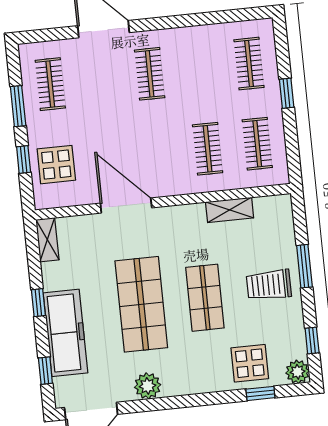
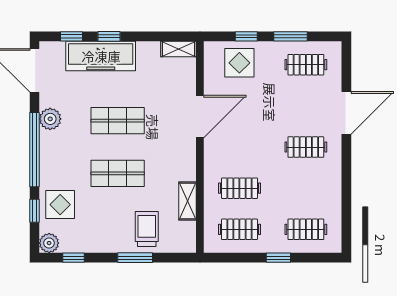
trolley: (269, 285) -> (147, 229), moved
window: (38, 303) -> (109, 36), moved
shop shelf: (141, 304) -> (118, 121), width x0.70, depth x0.74
window: (187, 401) -> (34, 150), added

